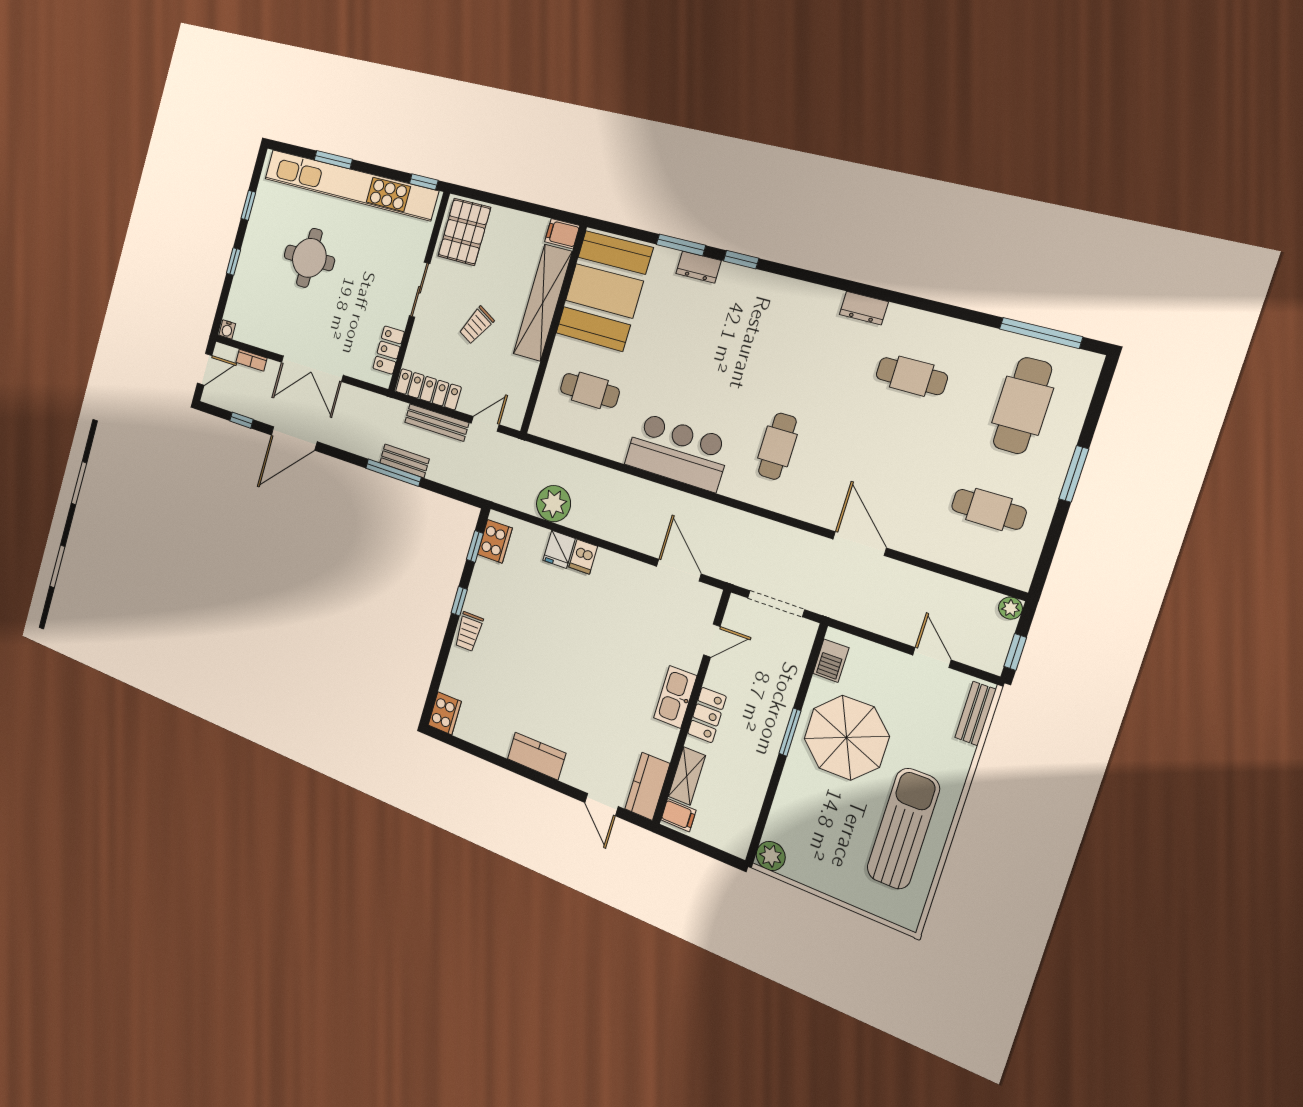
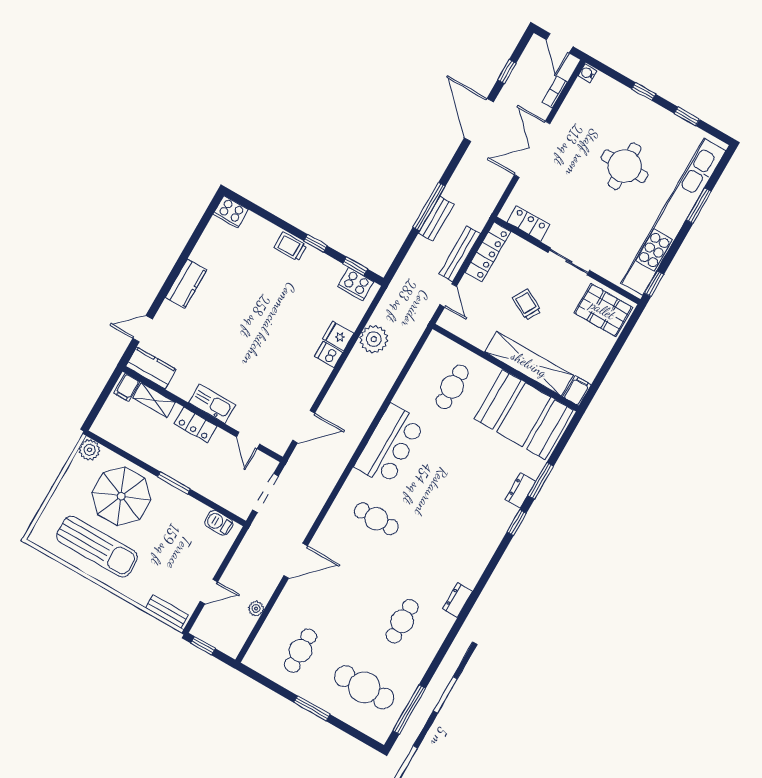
plant: (1010, 608) -> (256, 608), moved
parasol: (846, 738) -> (121, 496), moved

